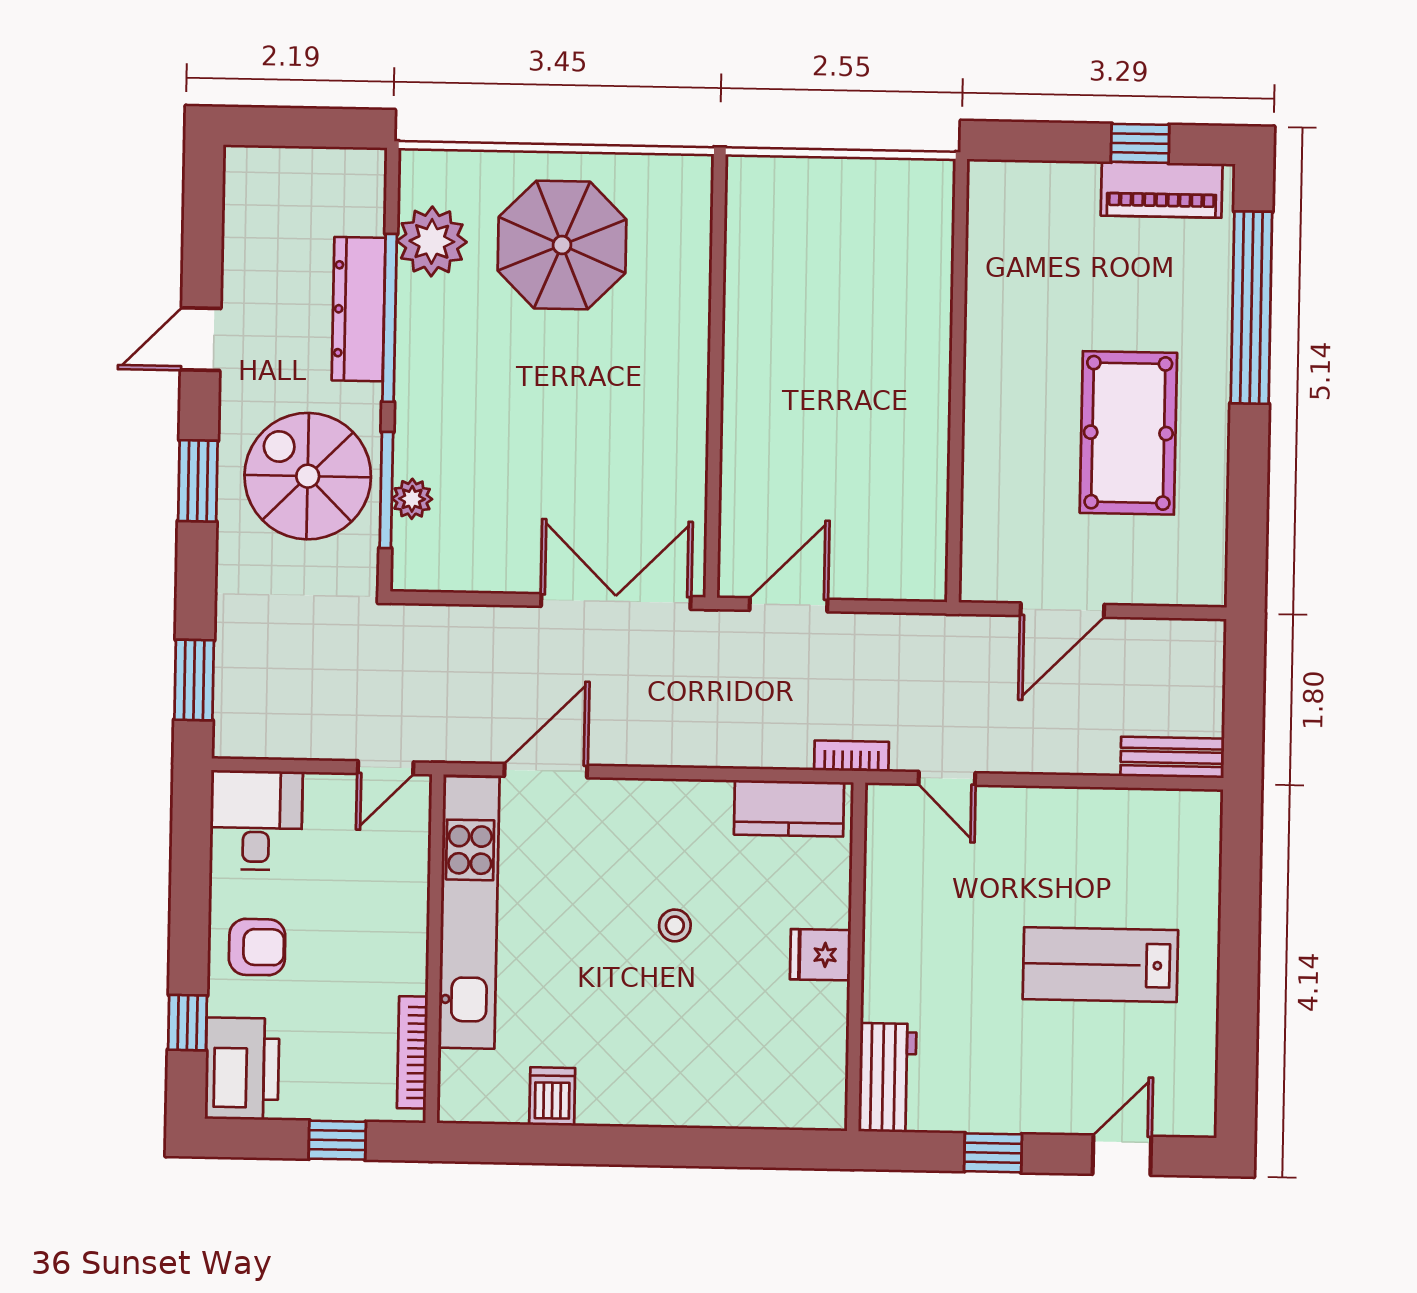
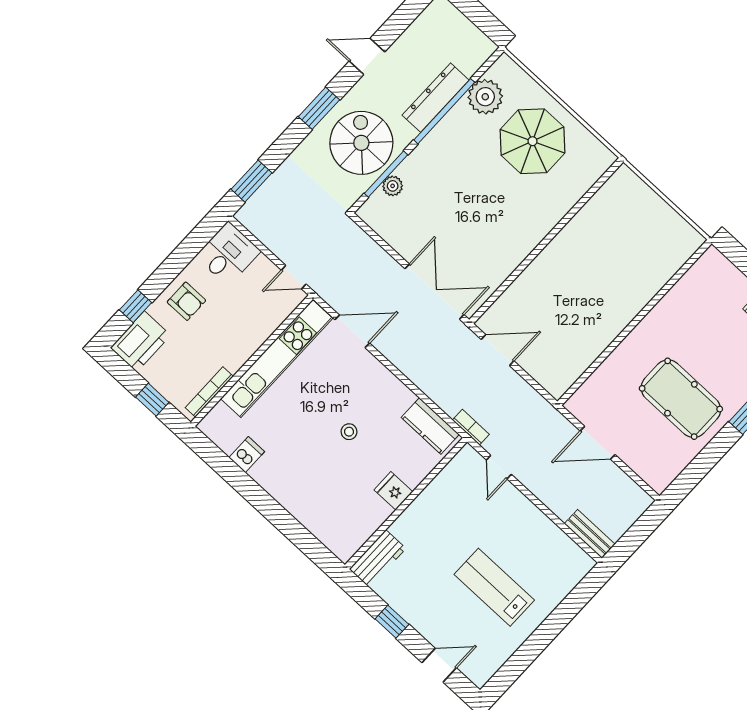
pool table: (1128, 433) -> (681, 399), turned 90

